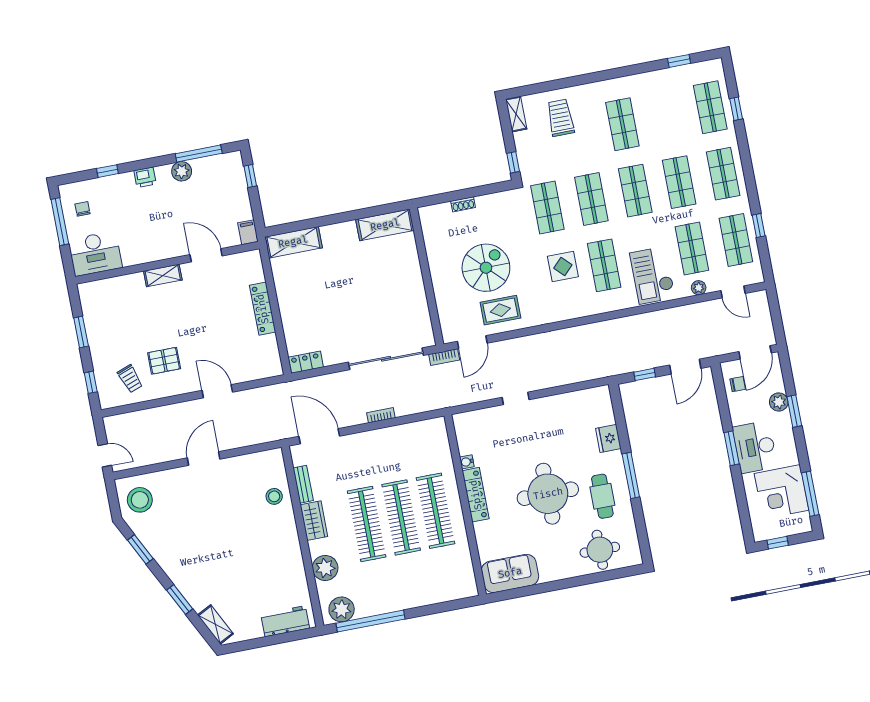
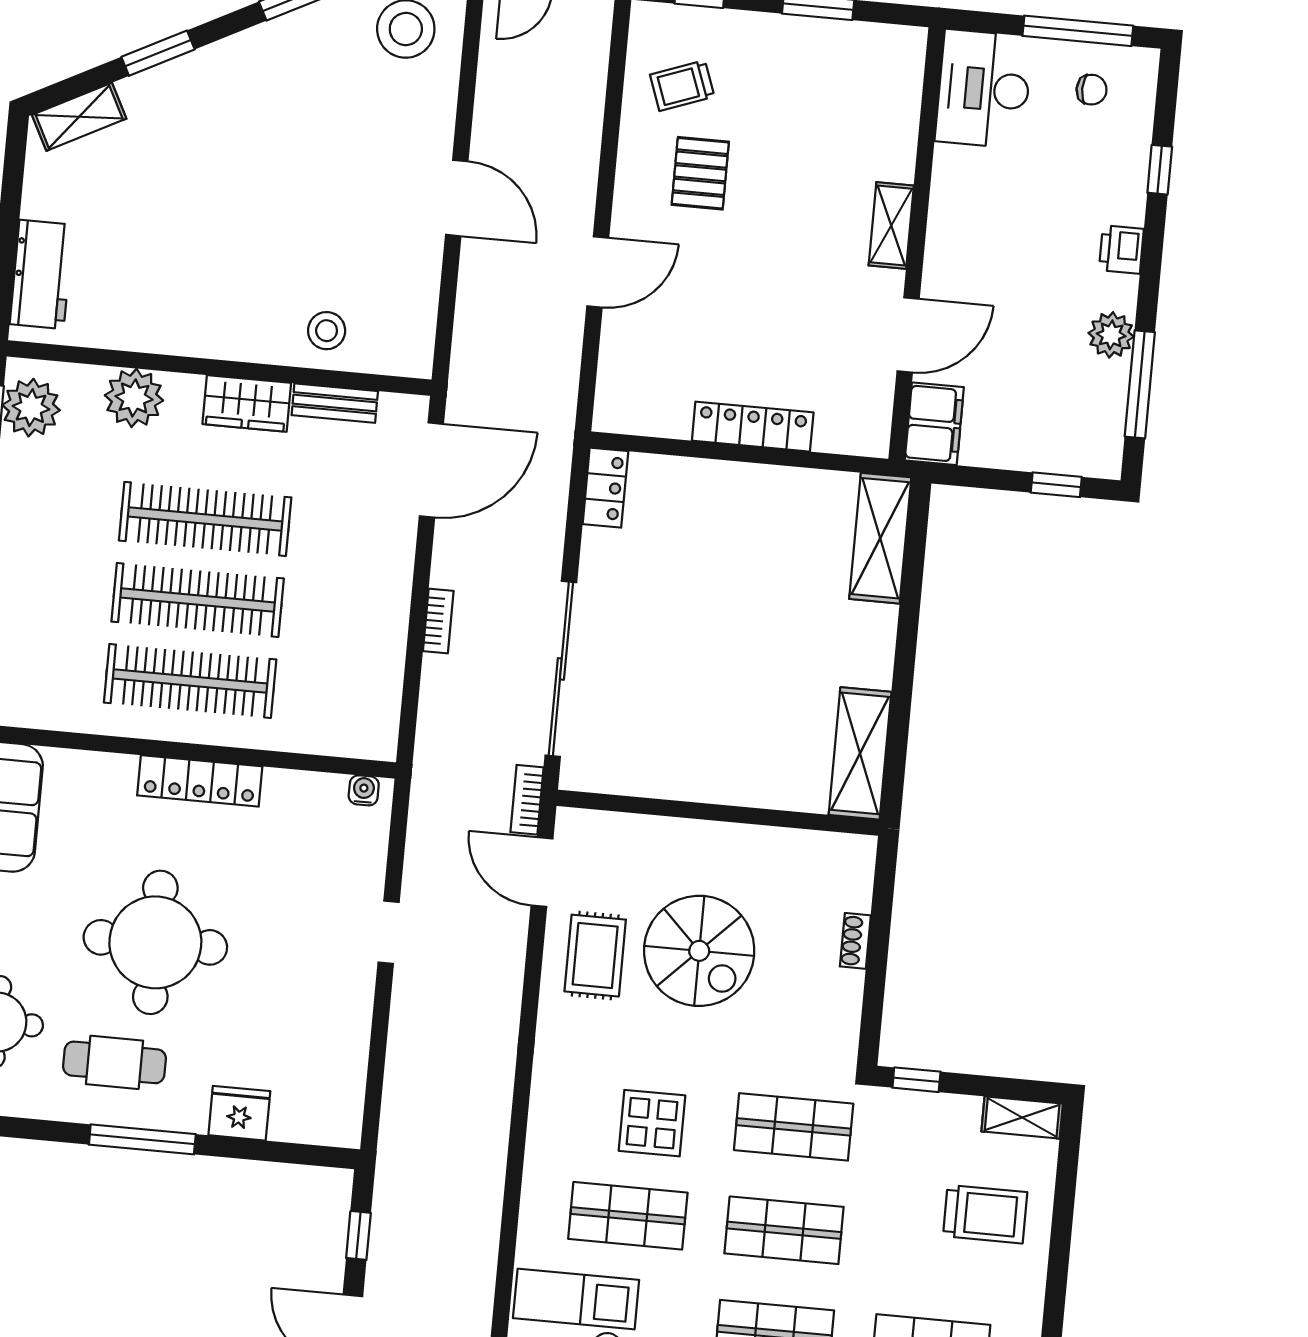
filing cabinet: (248, 232) -> (934, 424), width x2.00
water cooler: (467, 462) -> (364, 790), moved

